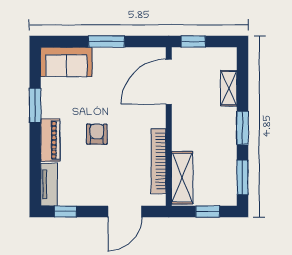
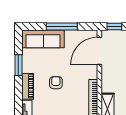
window: (107, 41) -> (62, 26), width x1.44
sofa: (66, 62) -> (43, 39), width x1.36

